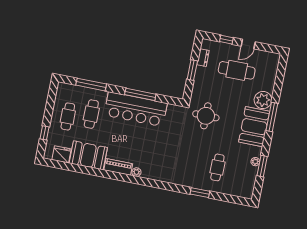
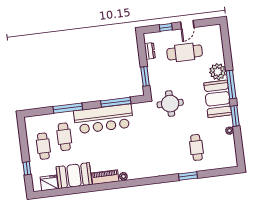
window: (192, 70) -> (145, 76), moved
window: (91, 85) -> (68, 108), moved
window: (140, 94) -> (116, 102), moved
window: (262, 166) -> (235, 116), moved

